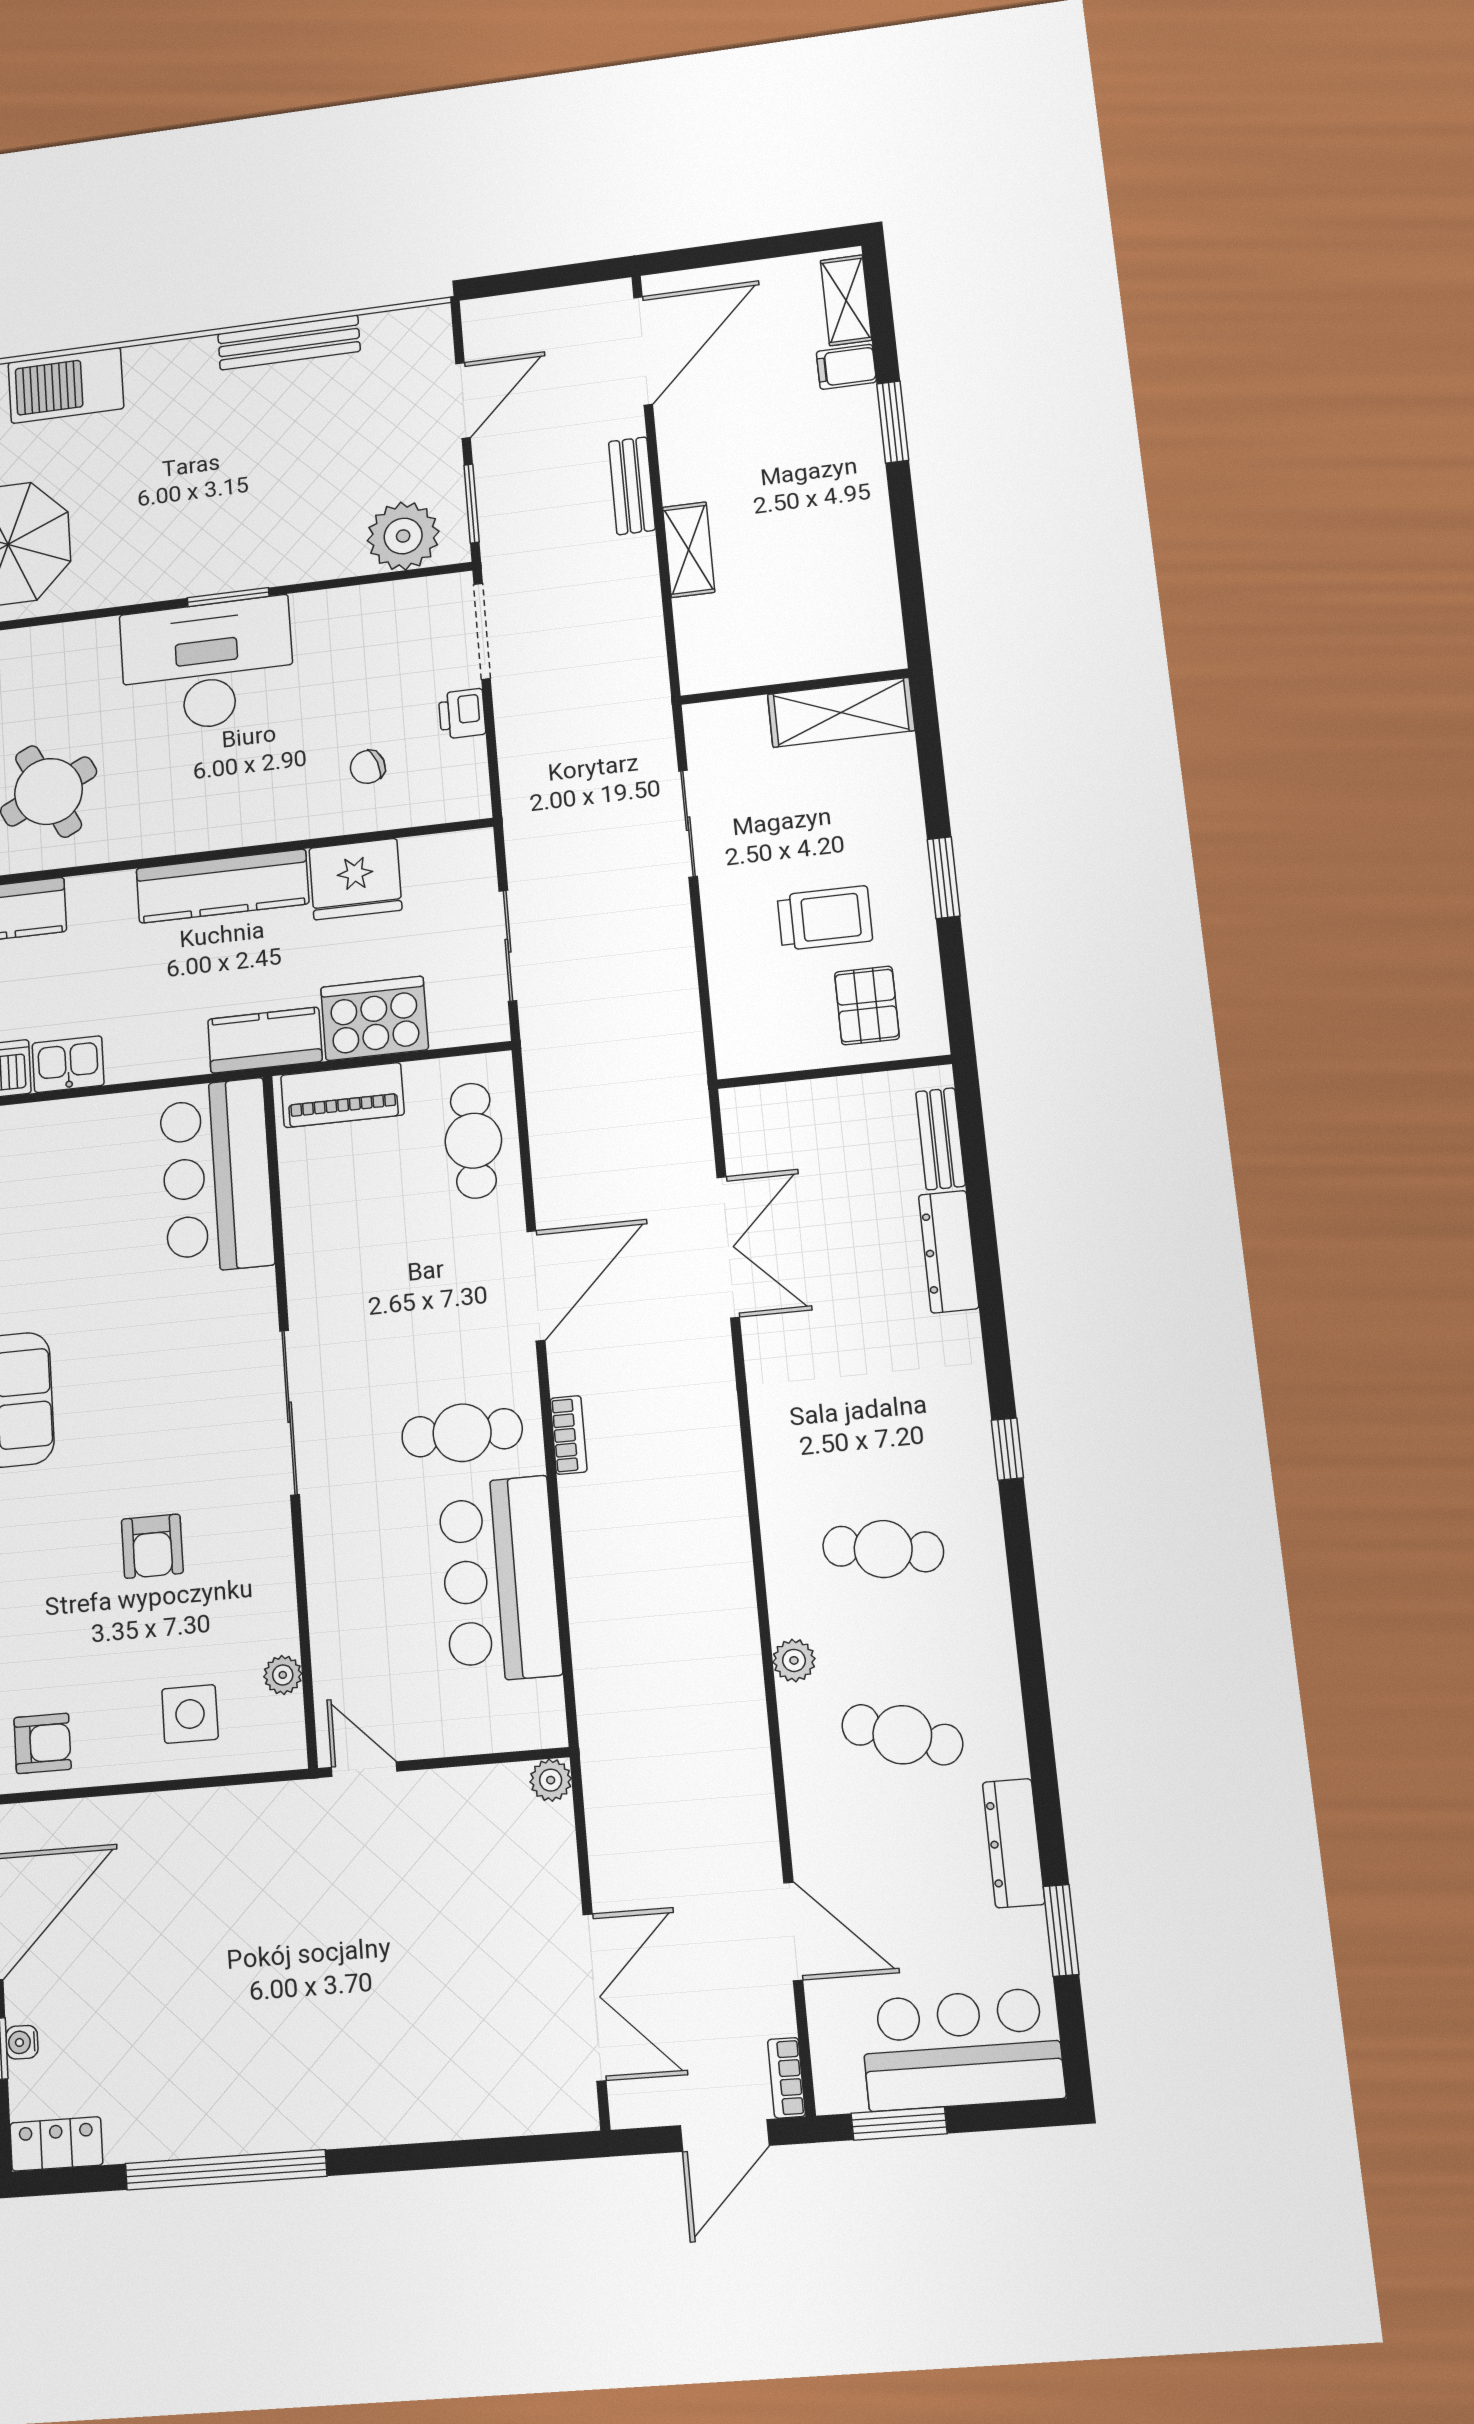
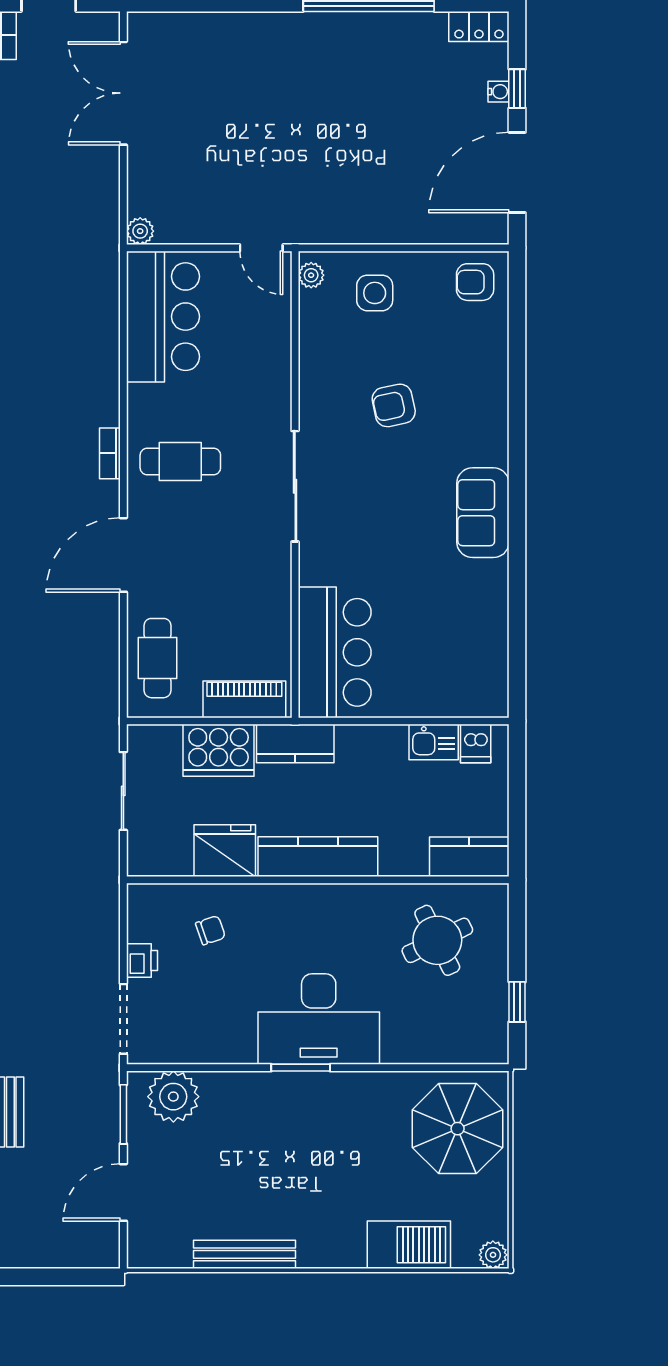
armchair: (152, 1546) -> (394, 405), turned -102
bar counter: (500, 1579) -> (163, 317), moved
plant: (283, 1675) -> (311, 275), moved

